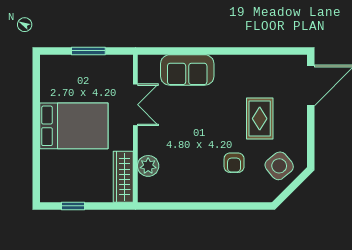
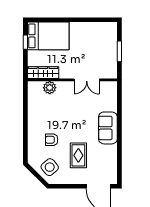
sofa: (187, 70) -> (108, 128), moved
rug: (260, 119) -> (78, 155), turned 90
bed: (74, 126) -> (48, 36), moved, turned -90

